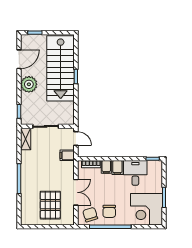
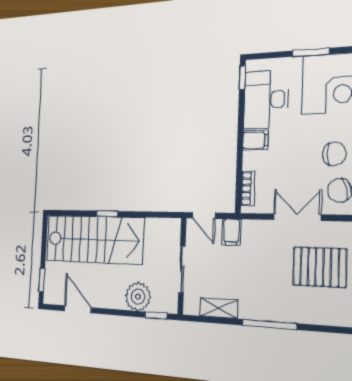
plant: (29, 84) -> (138, 297), moved
shelving: (26, 139) -> (219, 308), moved
door: (76, 139) -> (204, 216), swing flipped
filing cabinet: (106, 167) -> (254, 161), removed
desk: (135, 173) -> (266, 100), width x1.37

